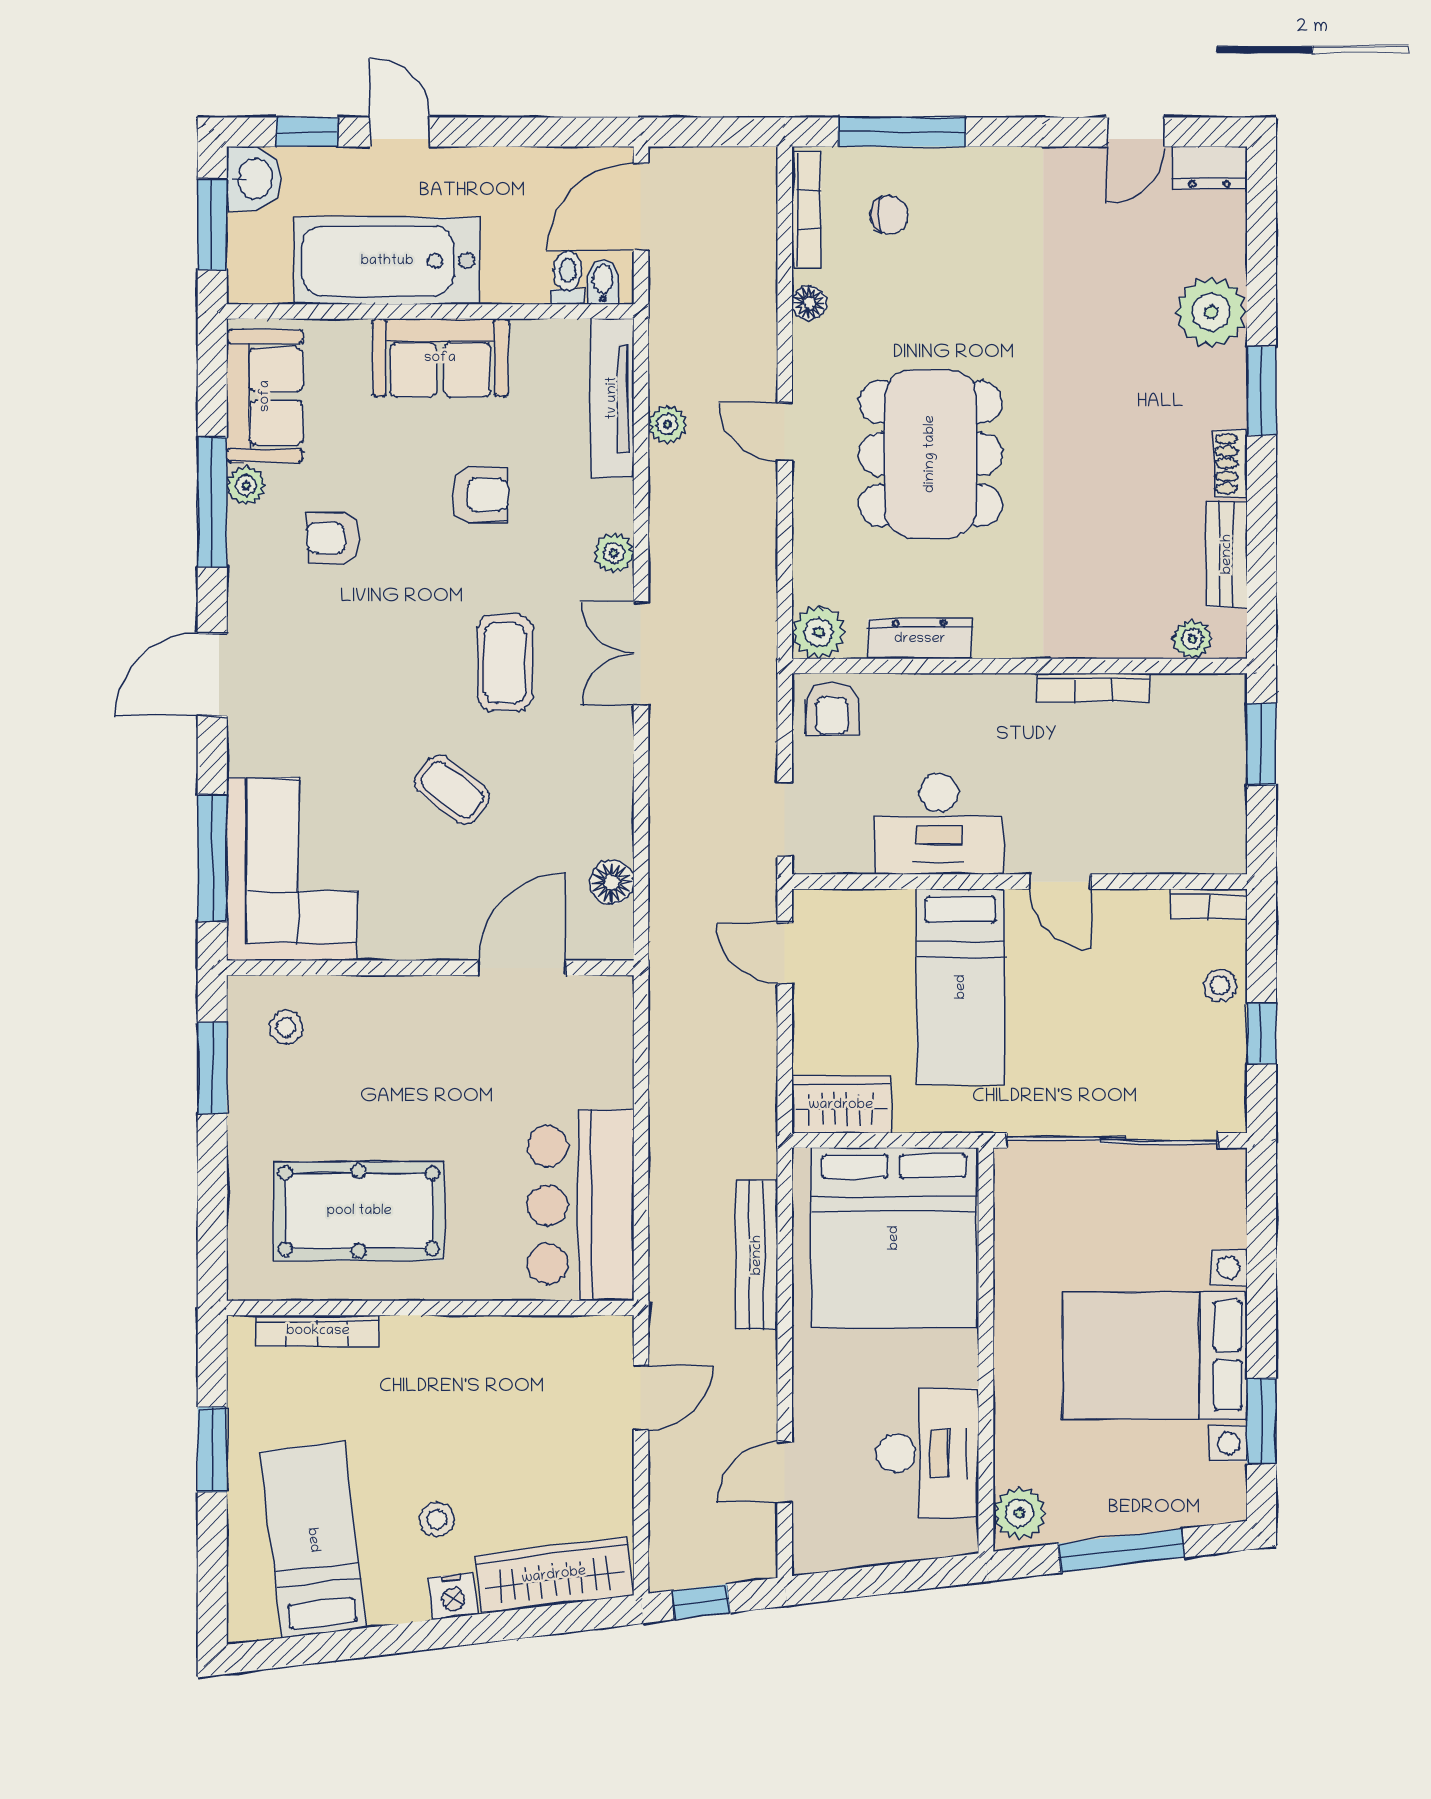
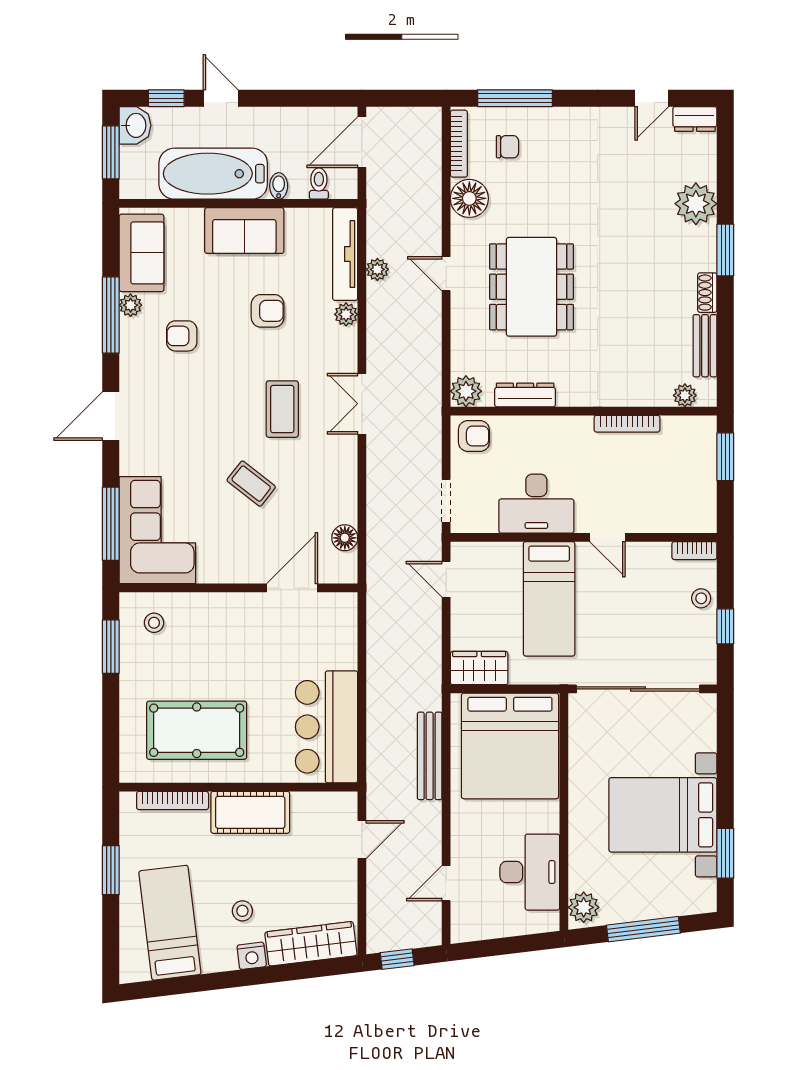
bidet: (603, 282) -> (279, 186), moved
floor lamp: (809, 303) -> (469, 198), width x1.89, depth x1.89
plant: (614, 553) -> (346, 314), moved
armchair: (832, 709) -> (474, 436), turned -90
cot: (450, 1351) -> (250, 812), added

